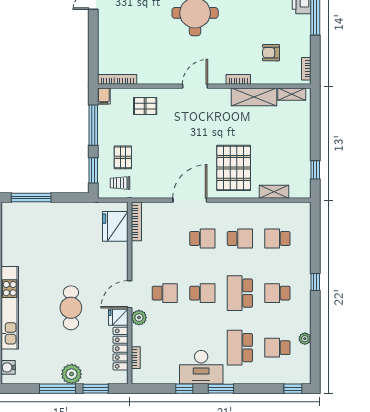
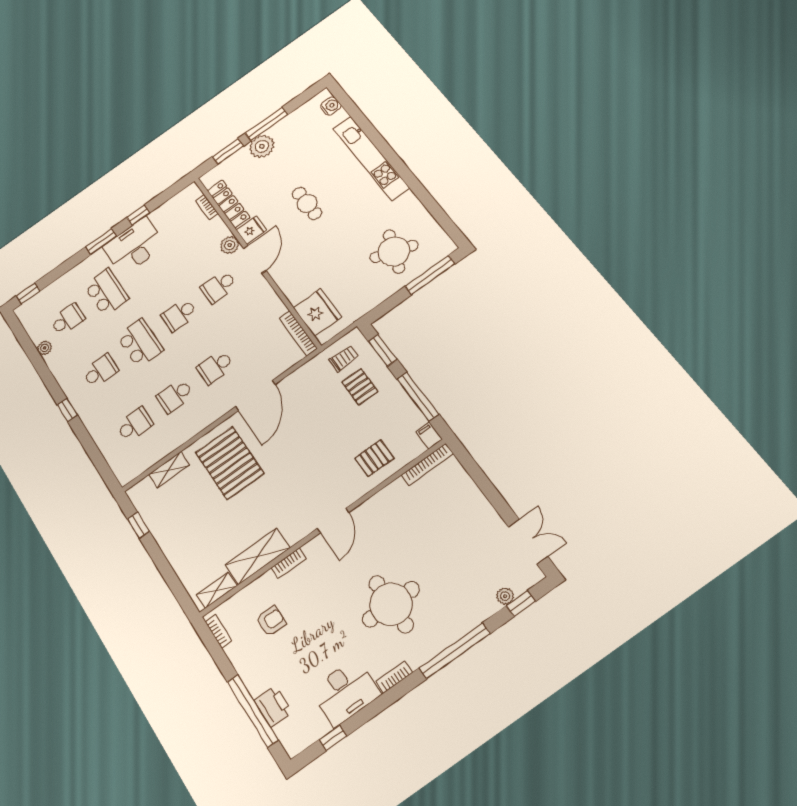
round table: (41, 231) -> (394, 251), added
cafe table: (71, 308) -> (307, 203), width x0.73, depth x0.74

